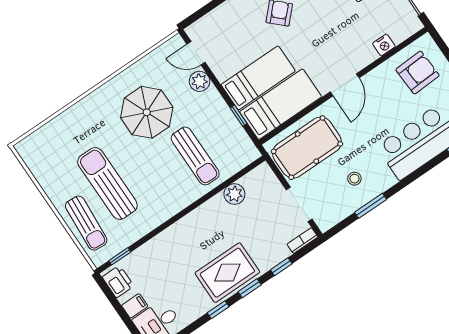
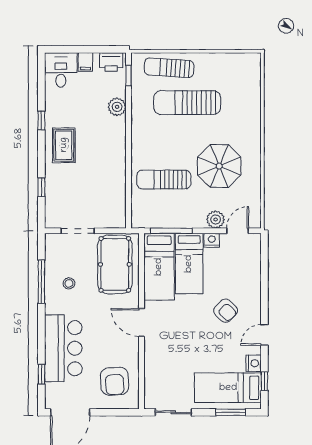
nightstand: (384, 45) -> (212, 240), moved, turned 90
window: (239, 116) -> (171, 231), width x2.17
sun lounger: (107, 184) -> (187, 103), turned 180
plant: (234, 194) -> (117, 107), moved
window: (371, 206) -> (41, 282), width x1.44
bookcase: (302, 241) -> (50, 215), removed
rug: (227, 273) -> (64, 145), width x0.73, depth x0.70
window: (250, 288) -> (41, 154), removed

